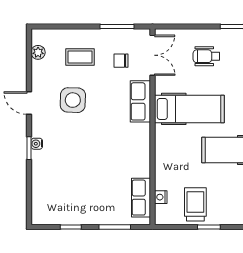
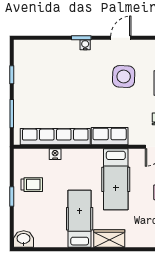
row of seats: (140, 101) -> (110, 136), moved
nightstand: (161, 197) -> (55, 154), moved
row of seats: (141, 198) -> (55, 137), width x2.02
trolley: (195, 204) -> (32, 185), width x0.73, depth x0.72

